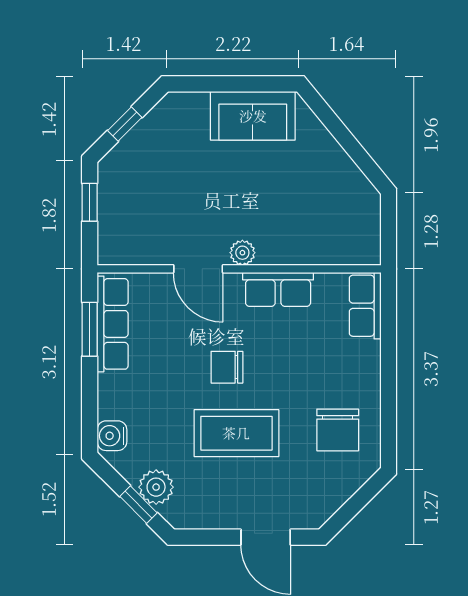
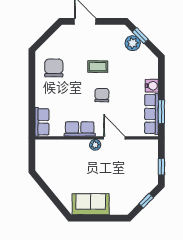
chair: (227, 367) -> (102, 95), turned -89
coffee table: (236, 433) -> (98, 67), width x0.54, depth x0.58
water cooler: (112, 436) -> (152, 86), moved

